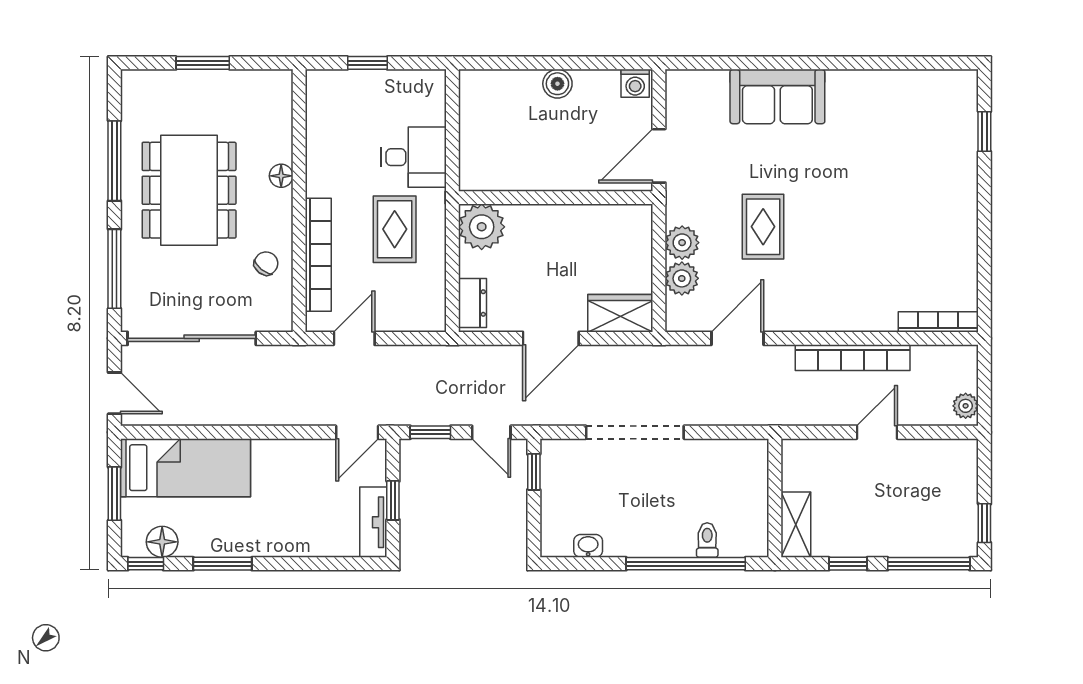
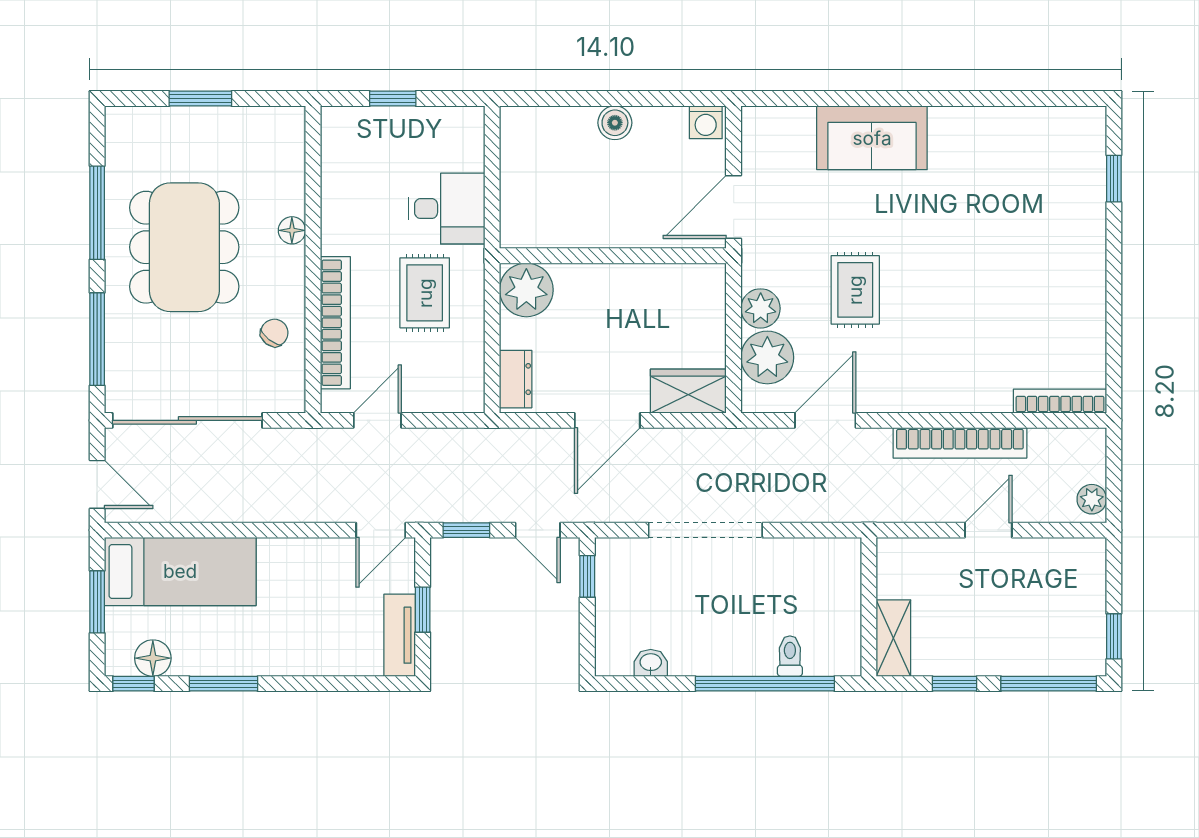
plant: (682, 278) -> (767, 357), width x1.36, depth x1.36

